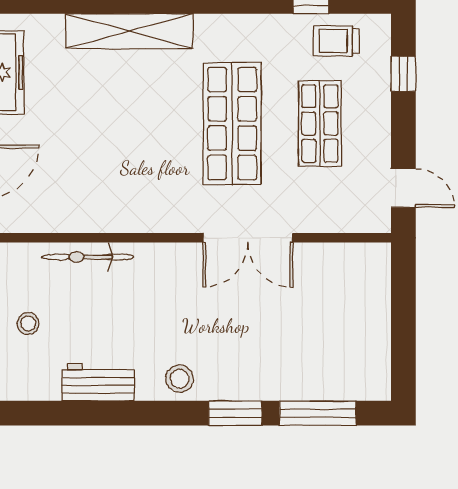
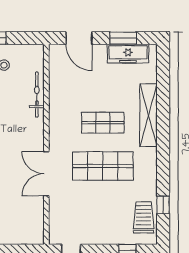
trolley: (336, 41) -> (144, 217), width x1.36, depth x1.39
shop shelf: (320, 123) -> (103, 123), moved

